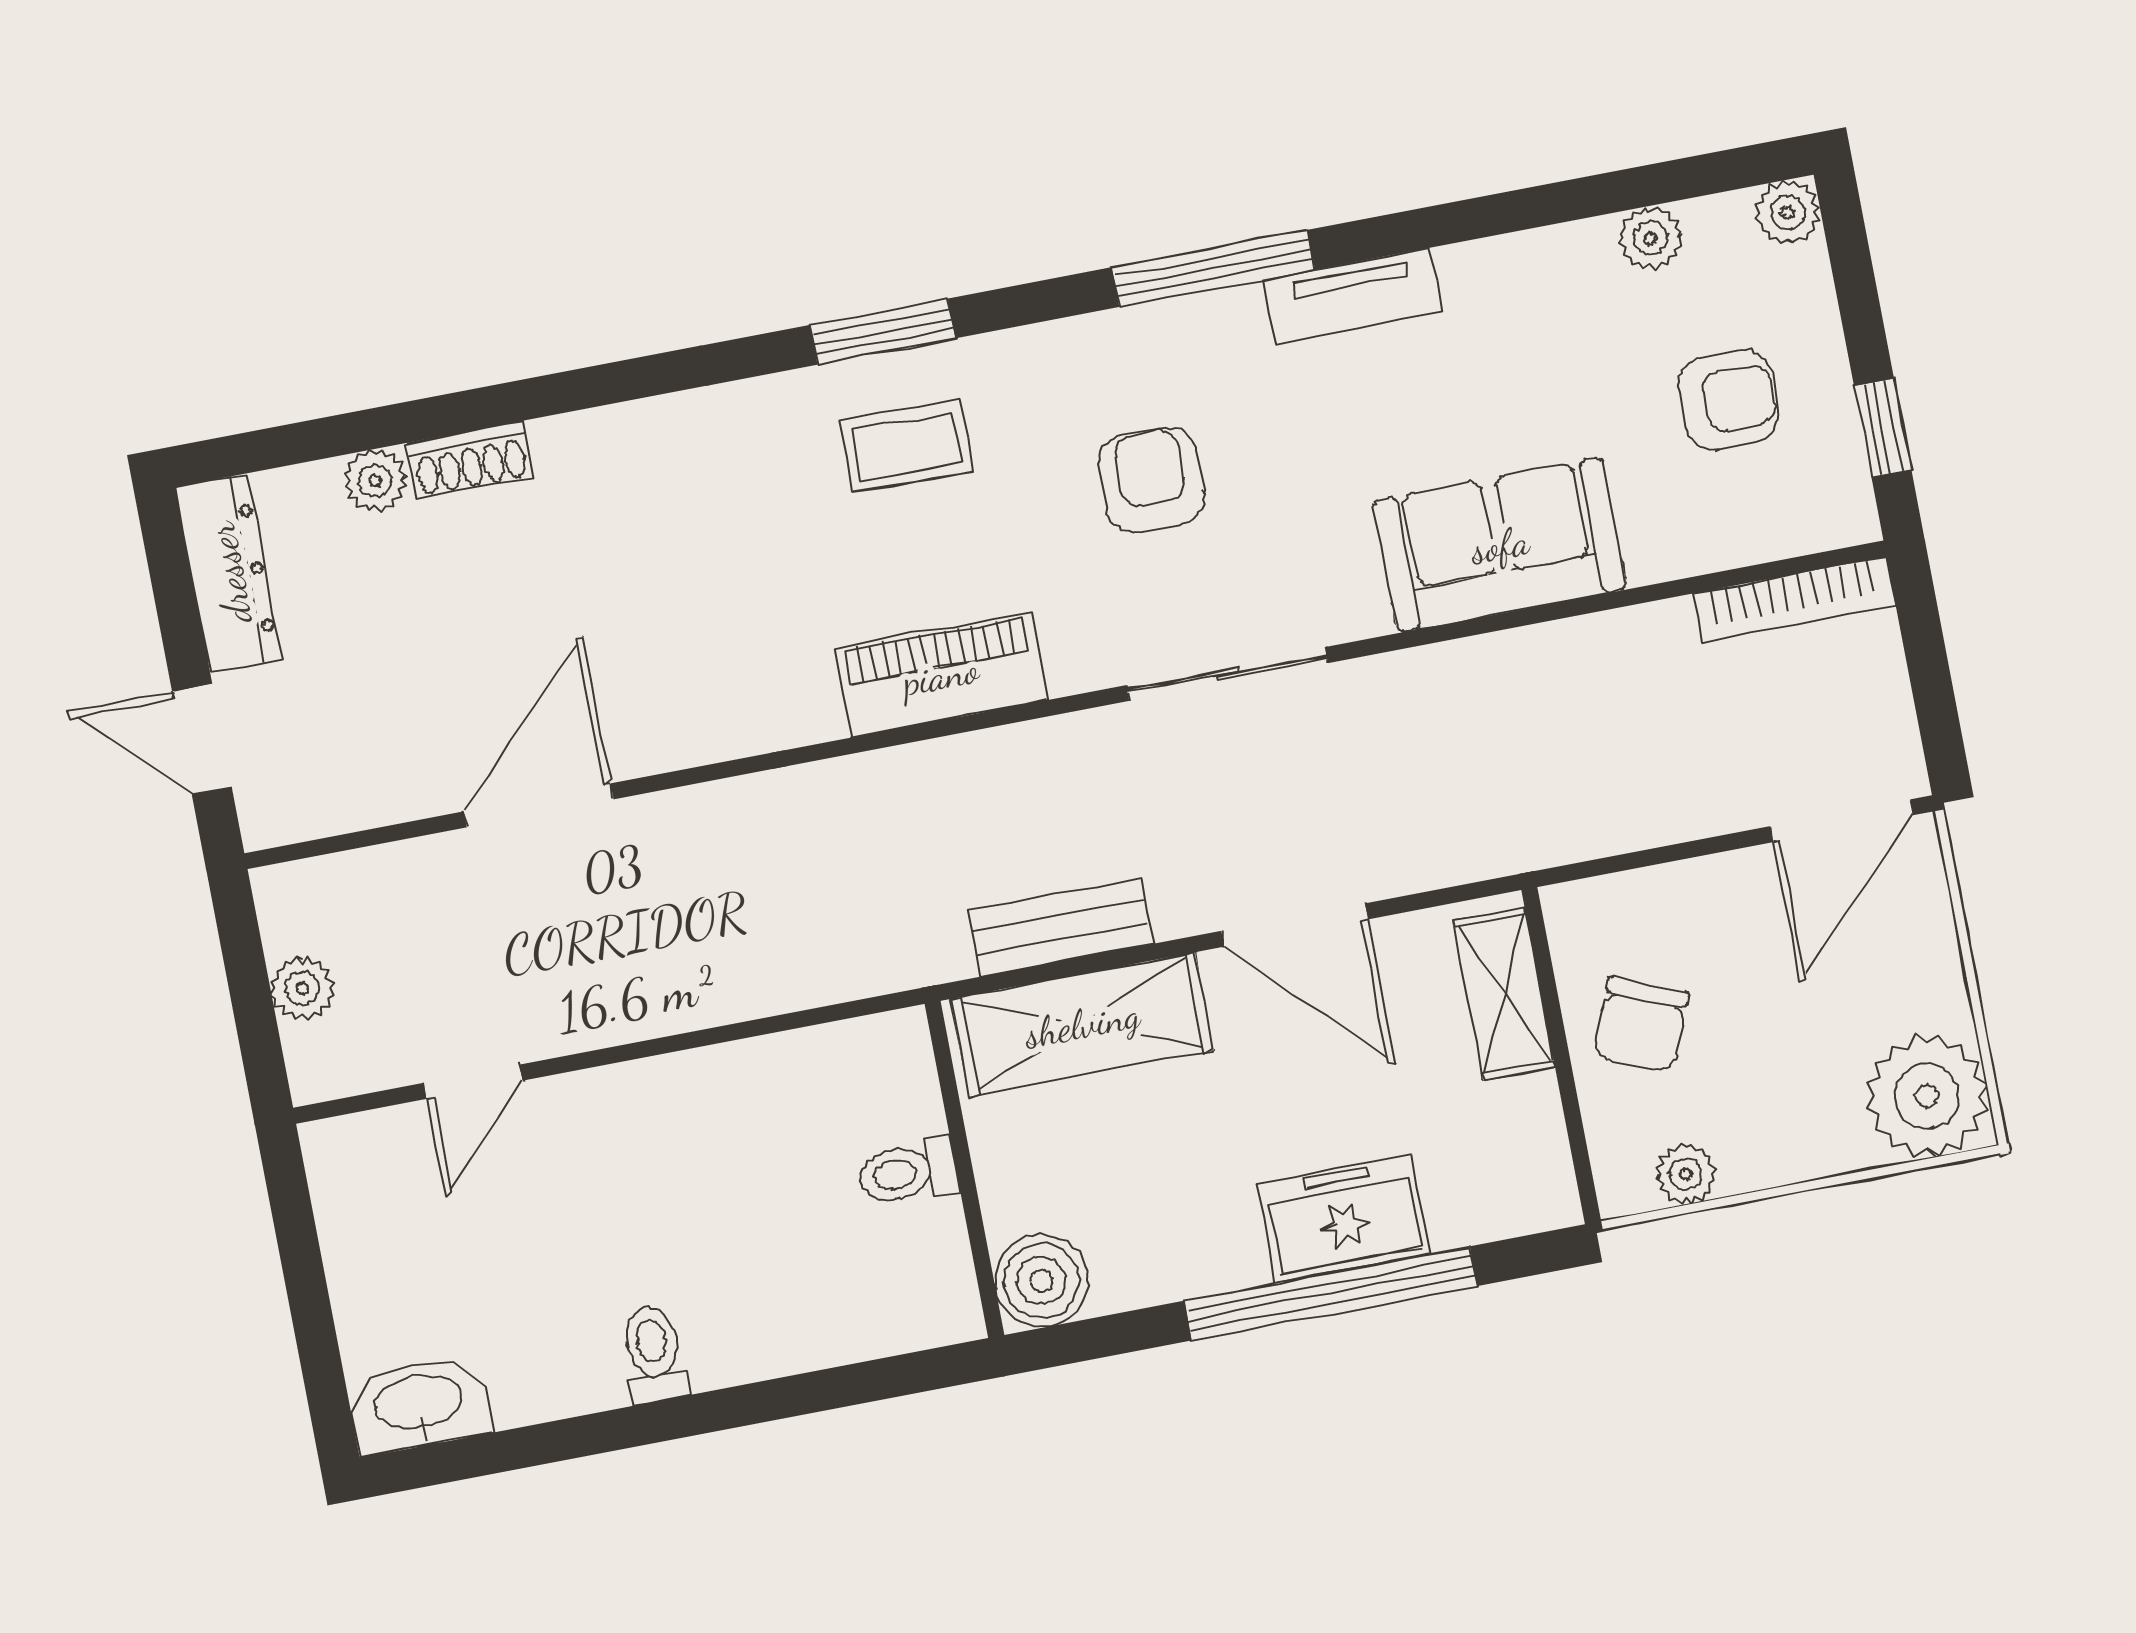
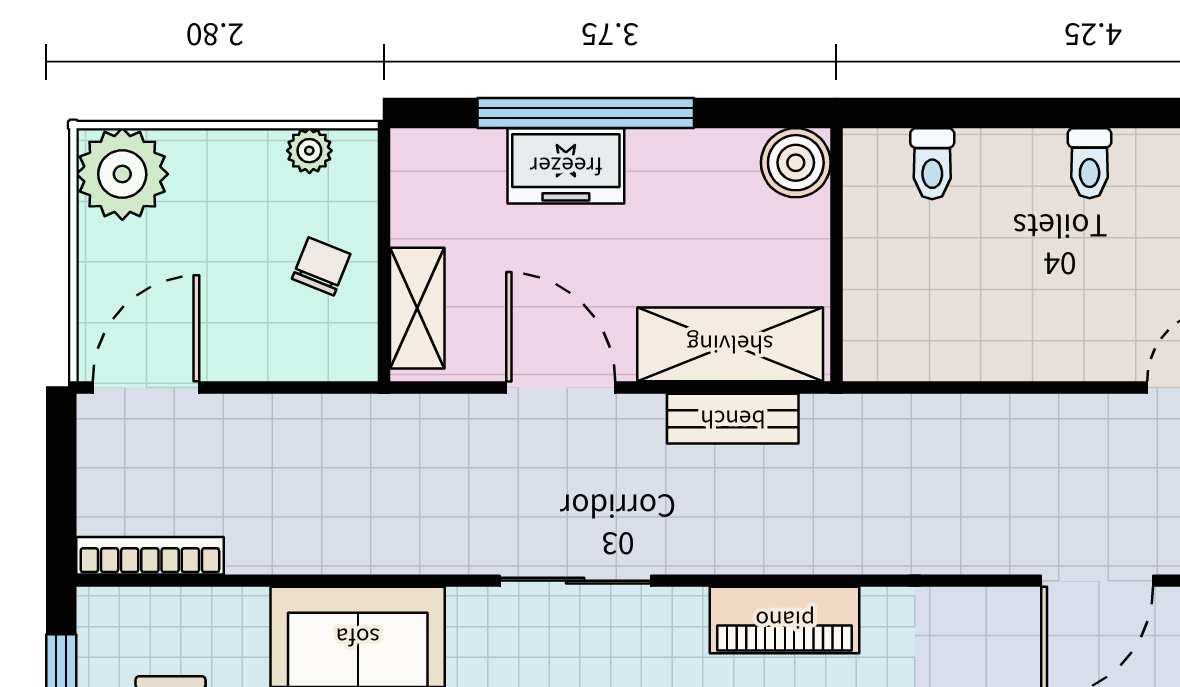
chair: (1641, 1024) -> (321, 266), width x0.73, depth x0.73
toilet: (908, 1172) -> (932, 164), moved, turned 90

